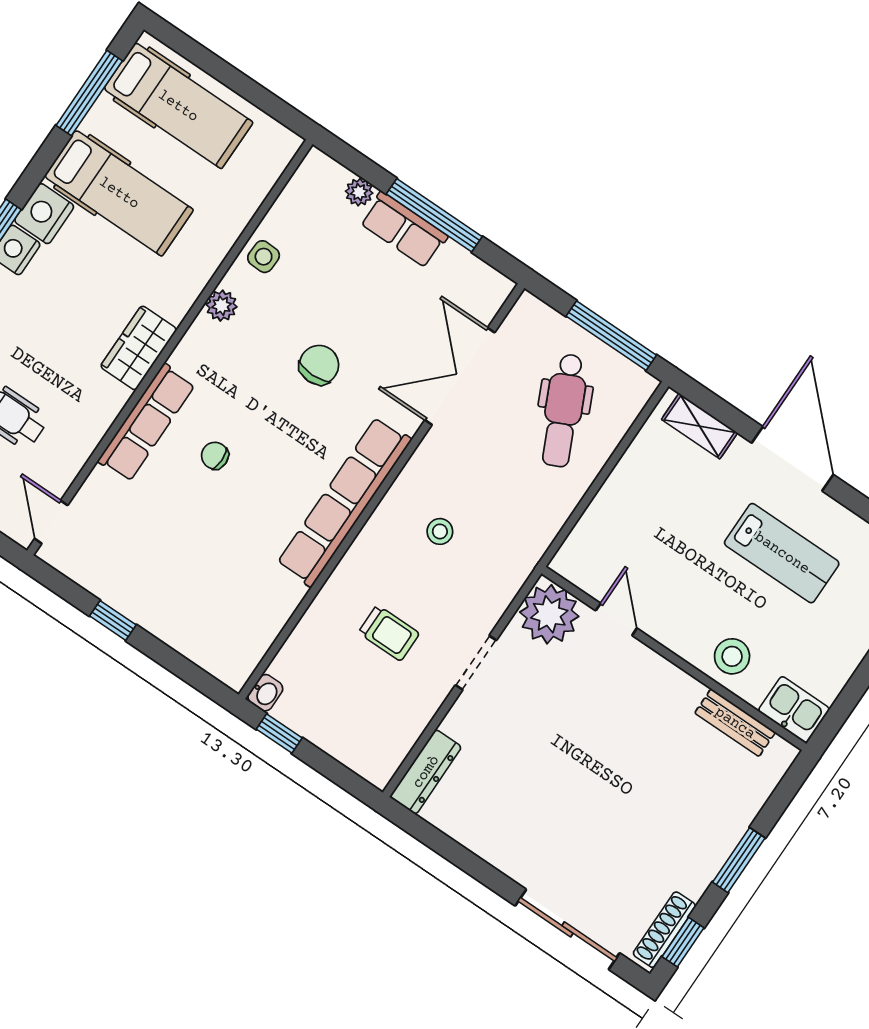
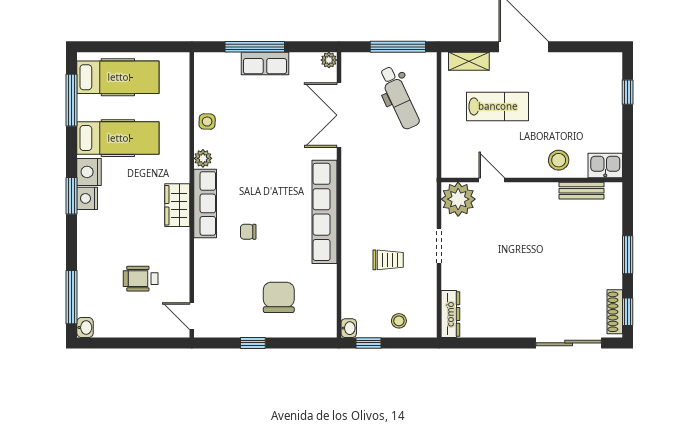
plant: (359, 192) -> (329, 60), moved
window: (434, 215) -> (255, 47), moved
chair: (319, 365) -> (279, 297), moved, width x1.37, depth x1.37
row of seats: (147, 423) -> (205, 203), moved
stool: (440, 531) -> (399, 321), moved
lab bench: (782, 553) -> (498, 106), moved

